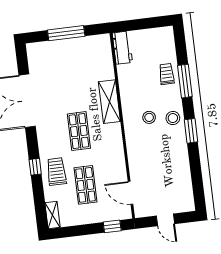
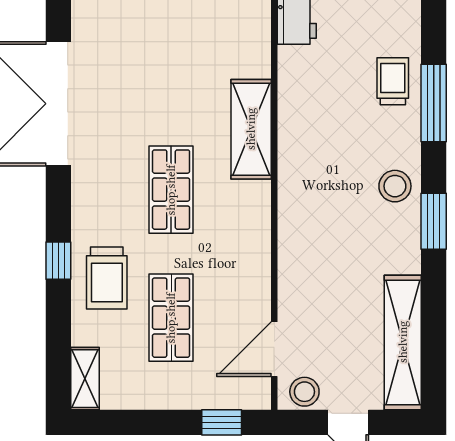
stool: (149, 117) -> (304, 392), moved
trolley: (56, 172) -> (107, 278), turned 180
shelving: (184, 183) -> (403, 342), added
door: (131, 193) -> (274, 349), hinge flipped

